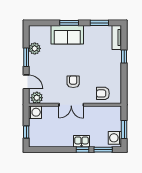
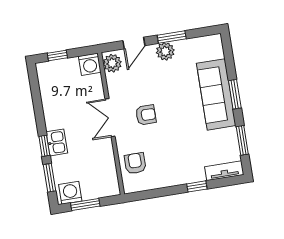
sofa: (67, 35) -> (216, 94), width x1.36
plant: (35, 48) -> (165, 51), moved

